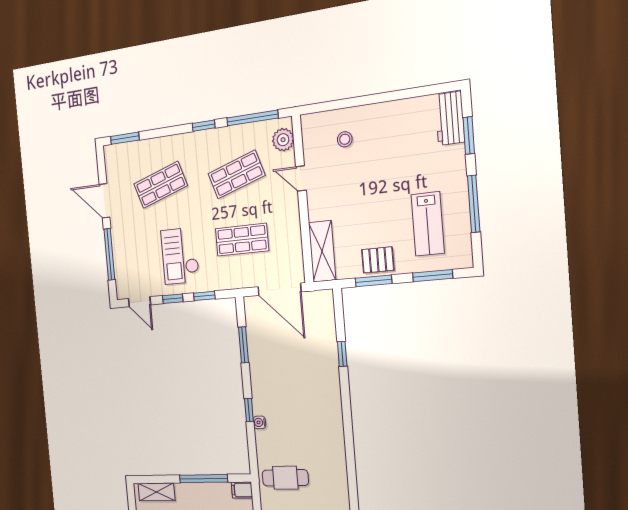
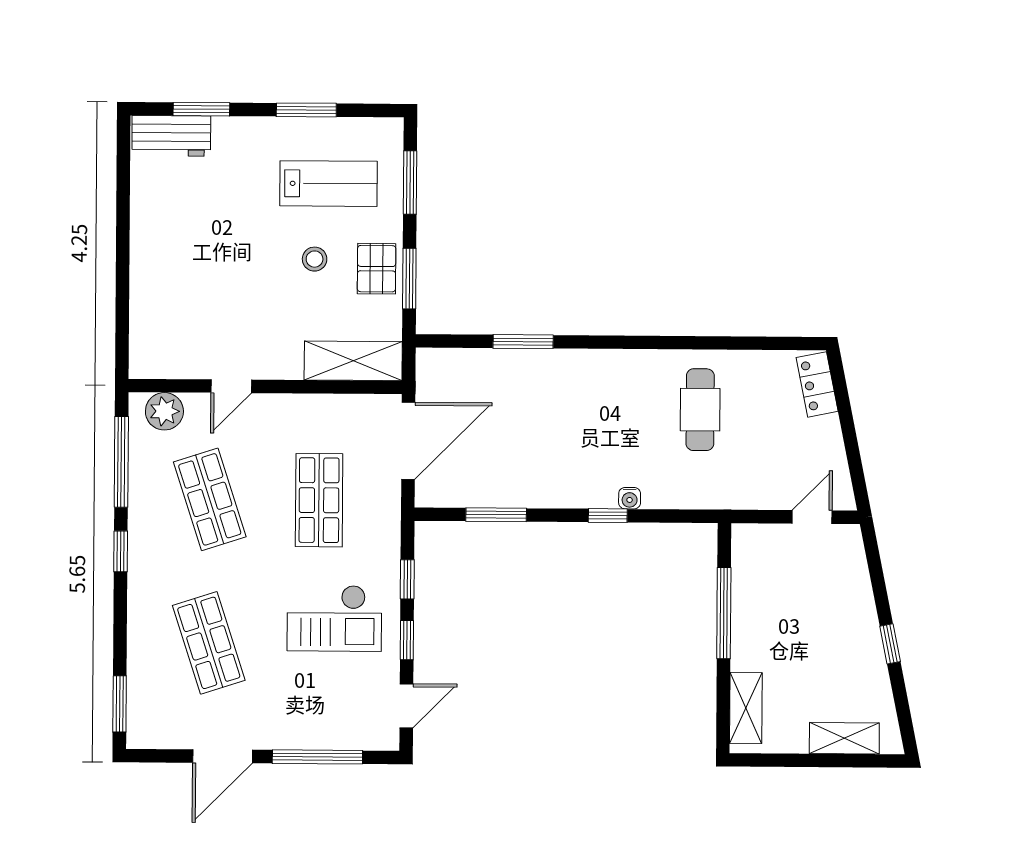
stool: (345, 139) -> (315, 259), moved
window: (474, 204) -> (306, 110), width x0.69
window: (342, 354) -> (523, 342), width x1.50
cafe table: (285, 478) -> (700, 410), moved
filing cabinet: (242, 490) -> (745, 542), removed

